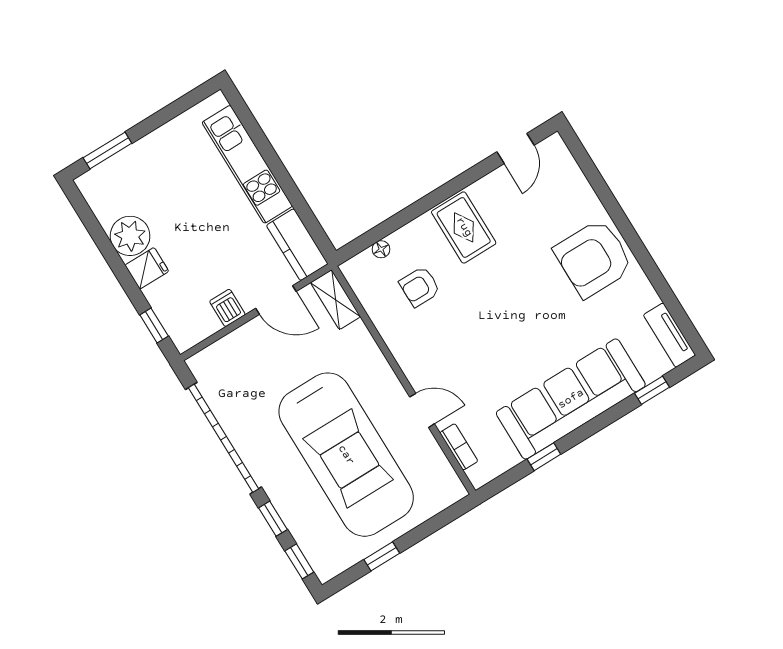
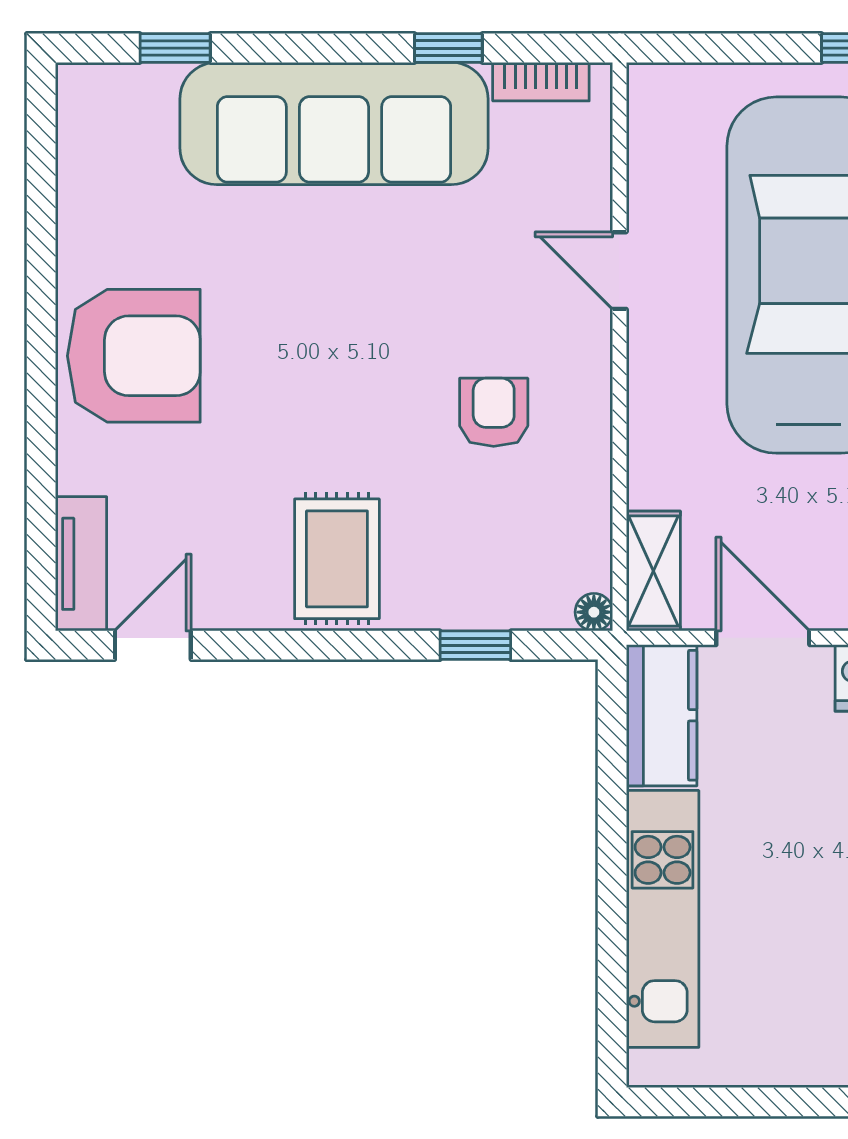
window: (388, 227) -> (475, 645), added
floor lamp: (381, 249) -> (594, 612), moved
armchair: (420, 287) -> (494, 412), moved, turned -90
tv unit: (669, 335) -> (81, 564), moved
bookcase: (459, 447) -> (541, 82), moved, turned -90

